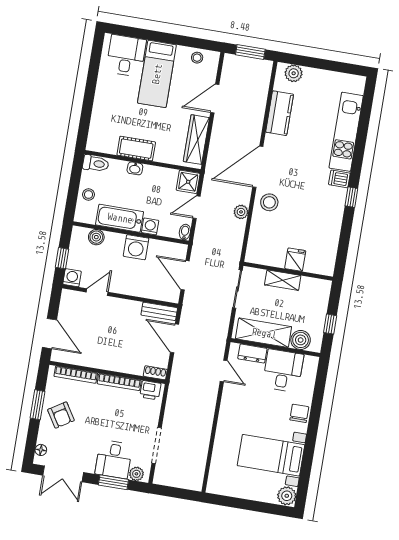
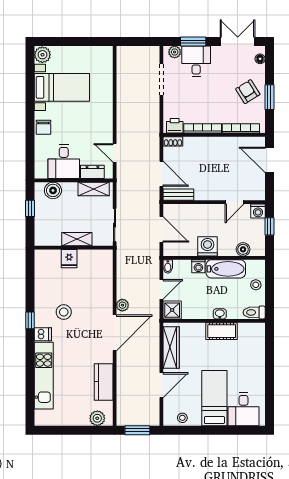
stool: (269, 202) -> (64, 312), moved
plant: (241, 212) -> (122, 305), moved
shelving: (264, 333) -> (94, 189), width x0.67, depth x0.75

